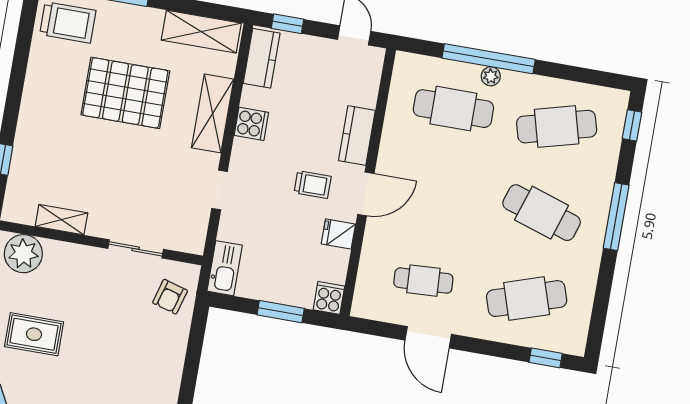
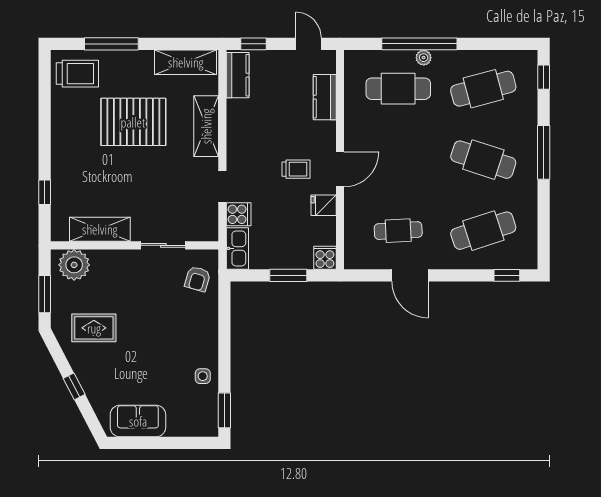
cooker: (251, 124) -> (239, 214), moved
kitchen counter: (357, 136) -> (325, 97), moved
shelving: (61, 220) -> (100, 229), width x1.50, depth x1.33

